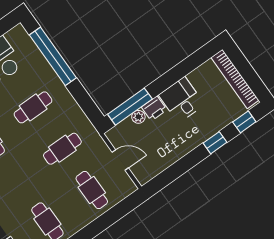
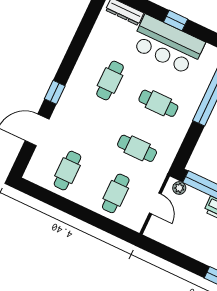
plant: (138, 117) -> (179, 188), moved

